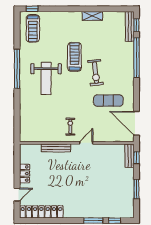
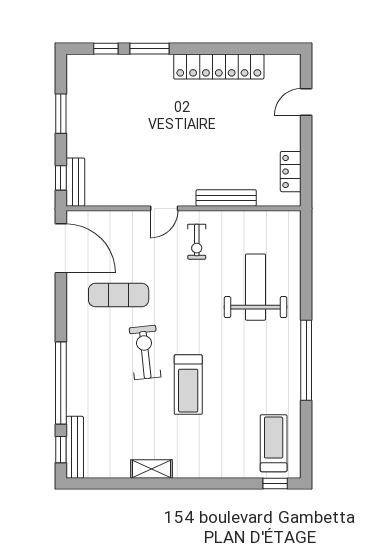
weight bench: (46, 78) -> (256, 287), moved
locker: (25, 174) -> (291, 172), moved
locker: (41, 212) -> (219, 67), moved

